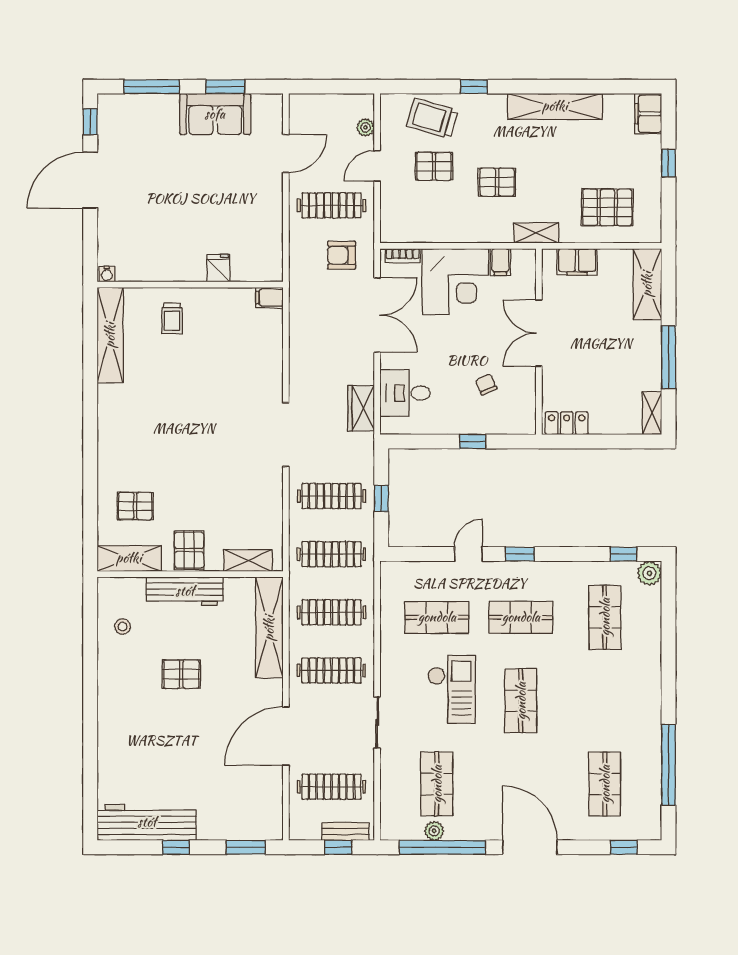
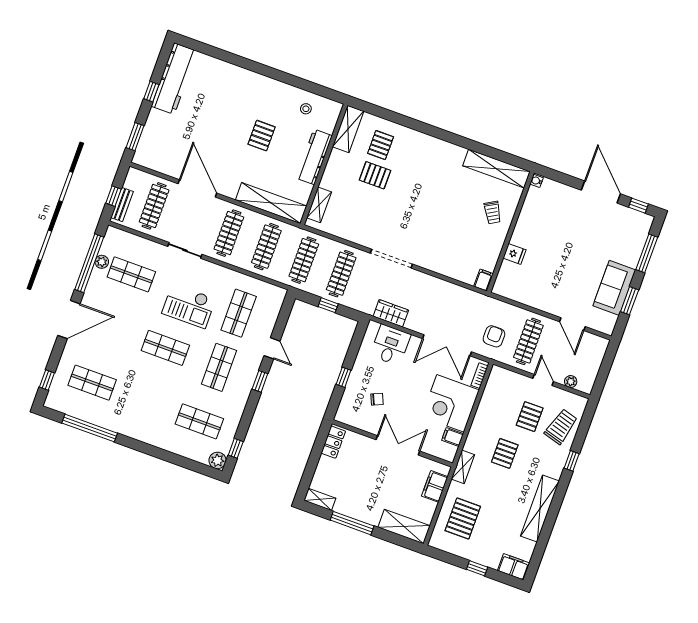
trolley: (172, 319) -> (493, 212), turned -120
pallet: (189, 550) -> (375, 175), moved

